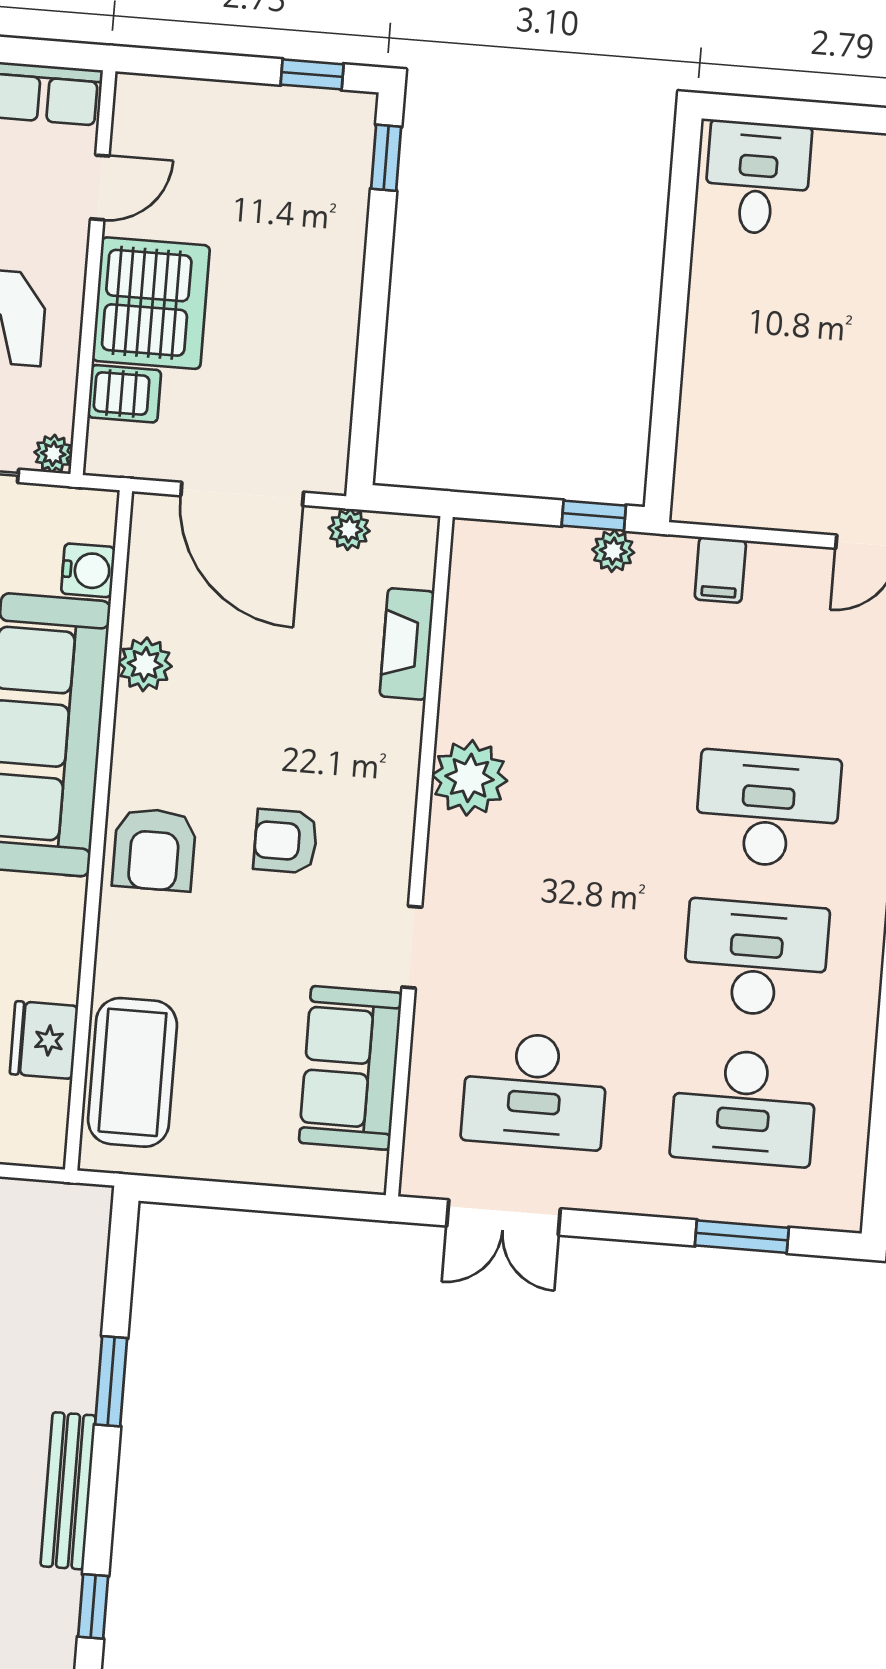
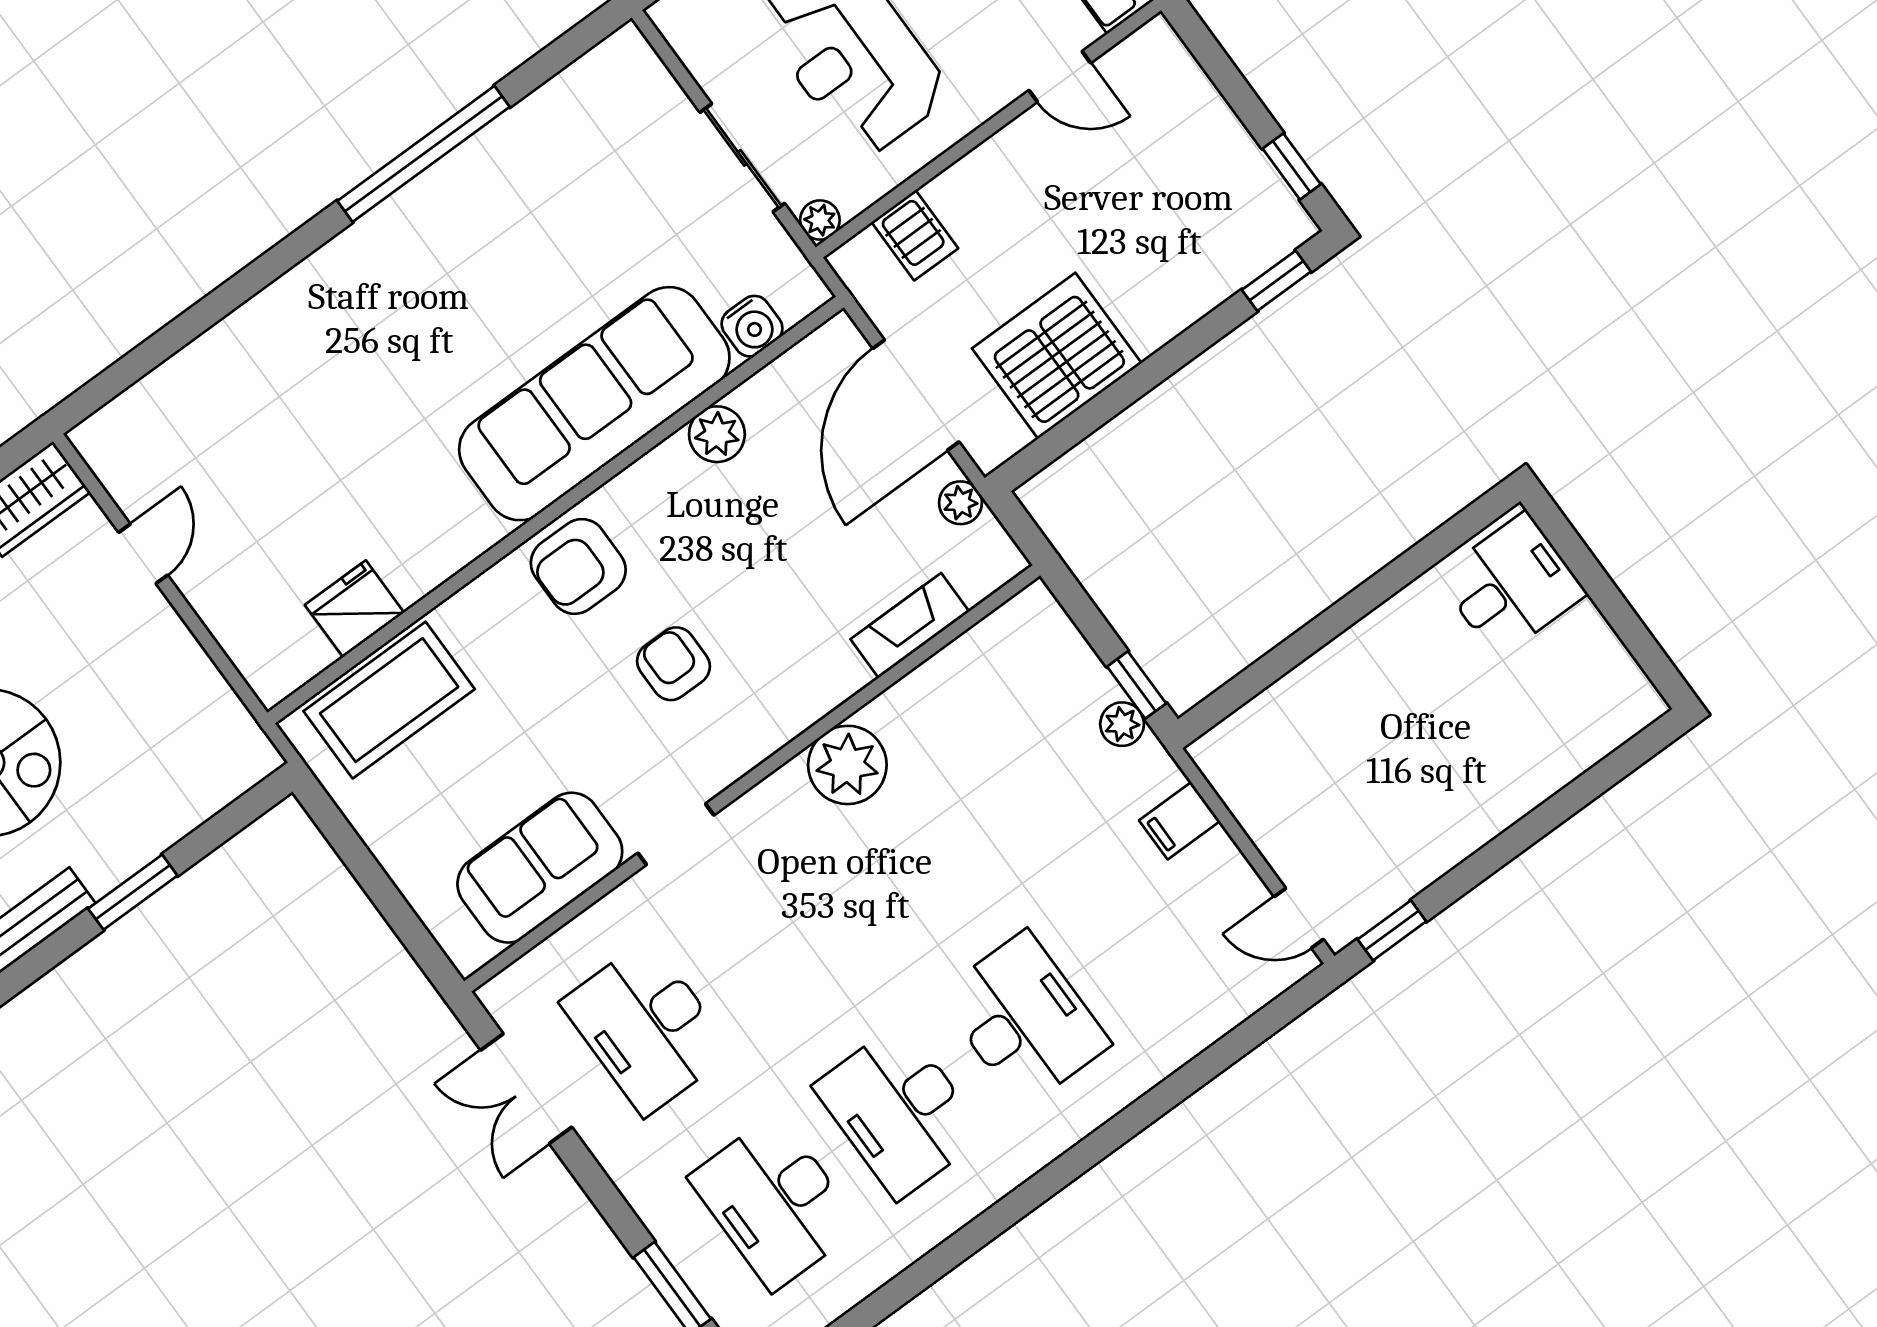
server rack: (151, 303) -> (1057, 356), moved, turned 180
desk: (756, 958) -> (900, 1111), turned 180

